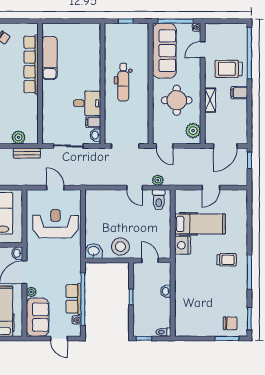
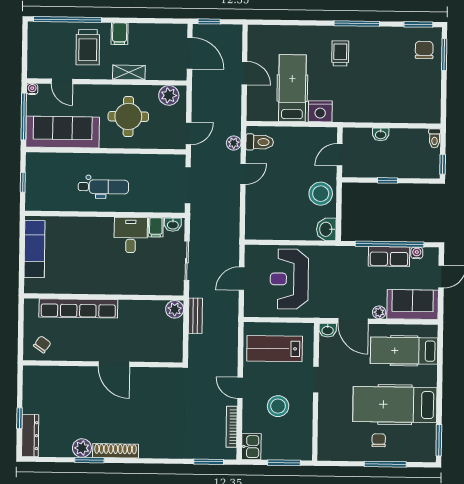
exam couch: (50, 58) -> (34, 249), moved, turned 90
plant: (18, 137) -> (175, 309), moved

